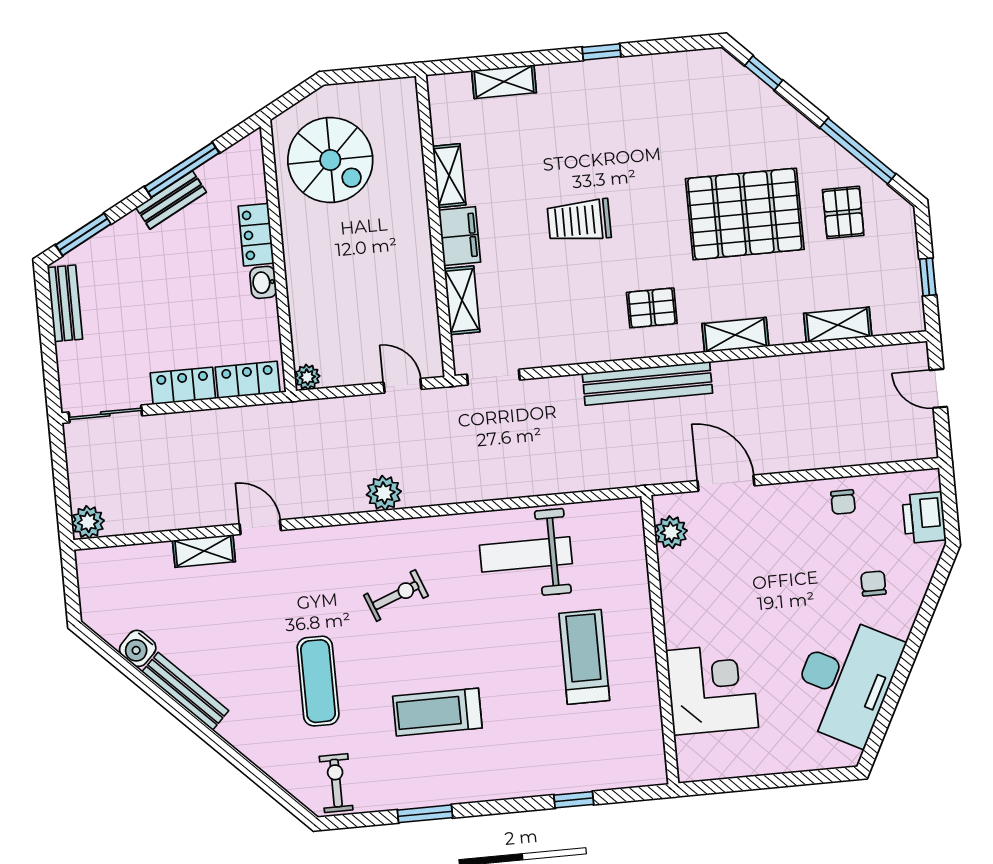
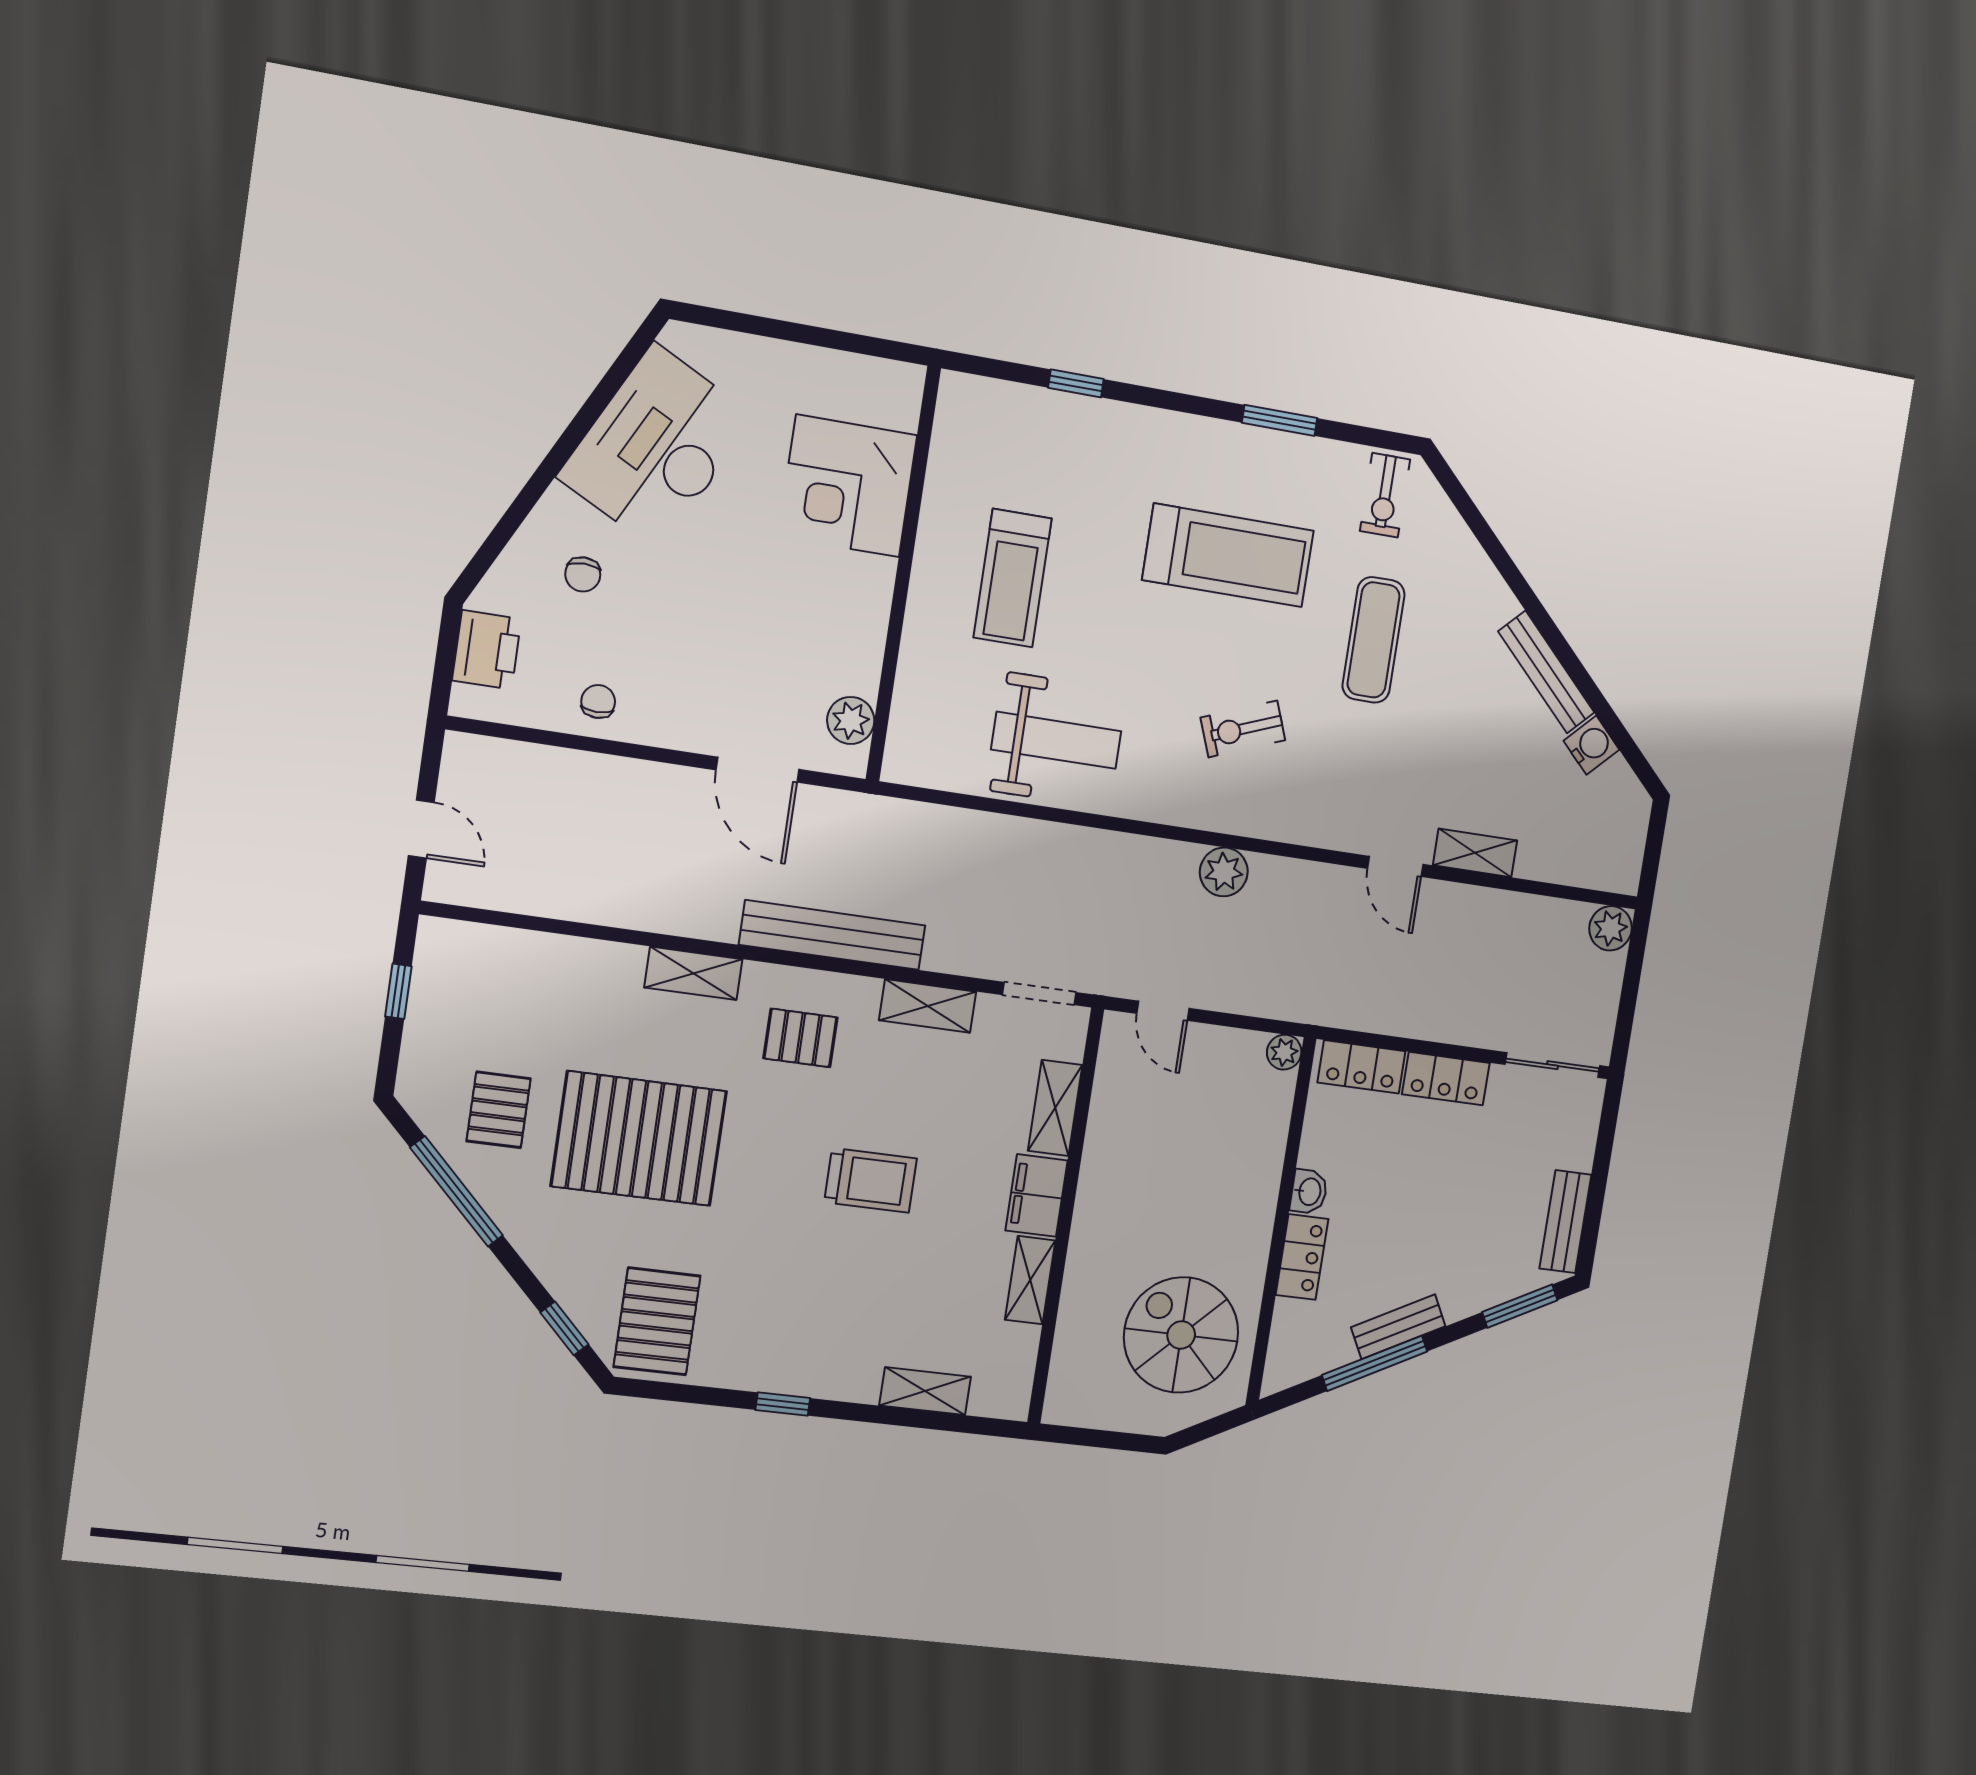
pallet: (702, 91) -> (657, 1321), added
shelving: (838, 325) -> (928, 1006), moved
treadmill: (437, 712) -> (1228, 555), width x1.37, depth x1.38

